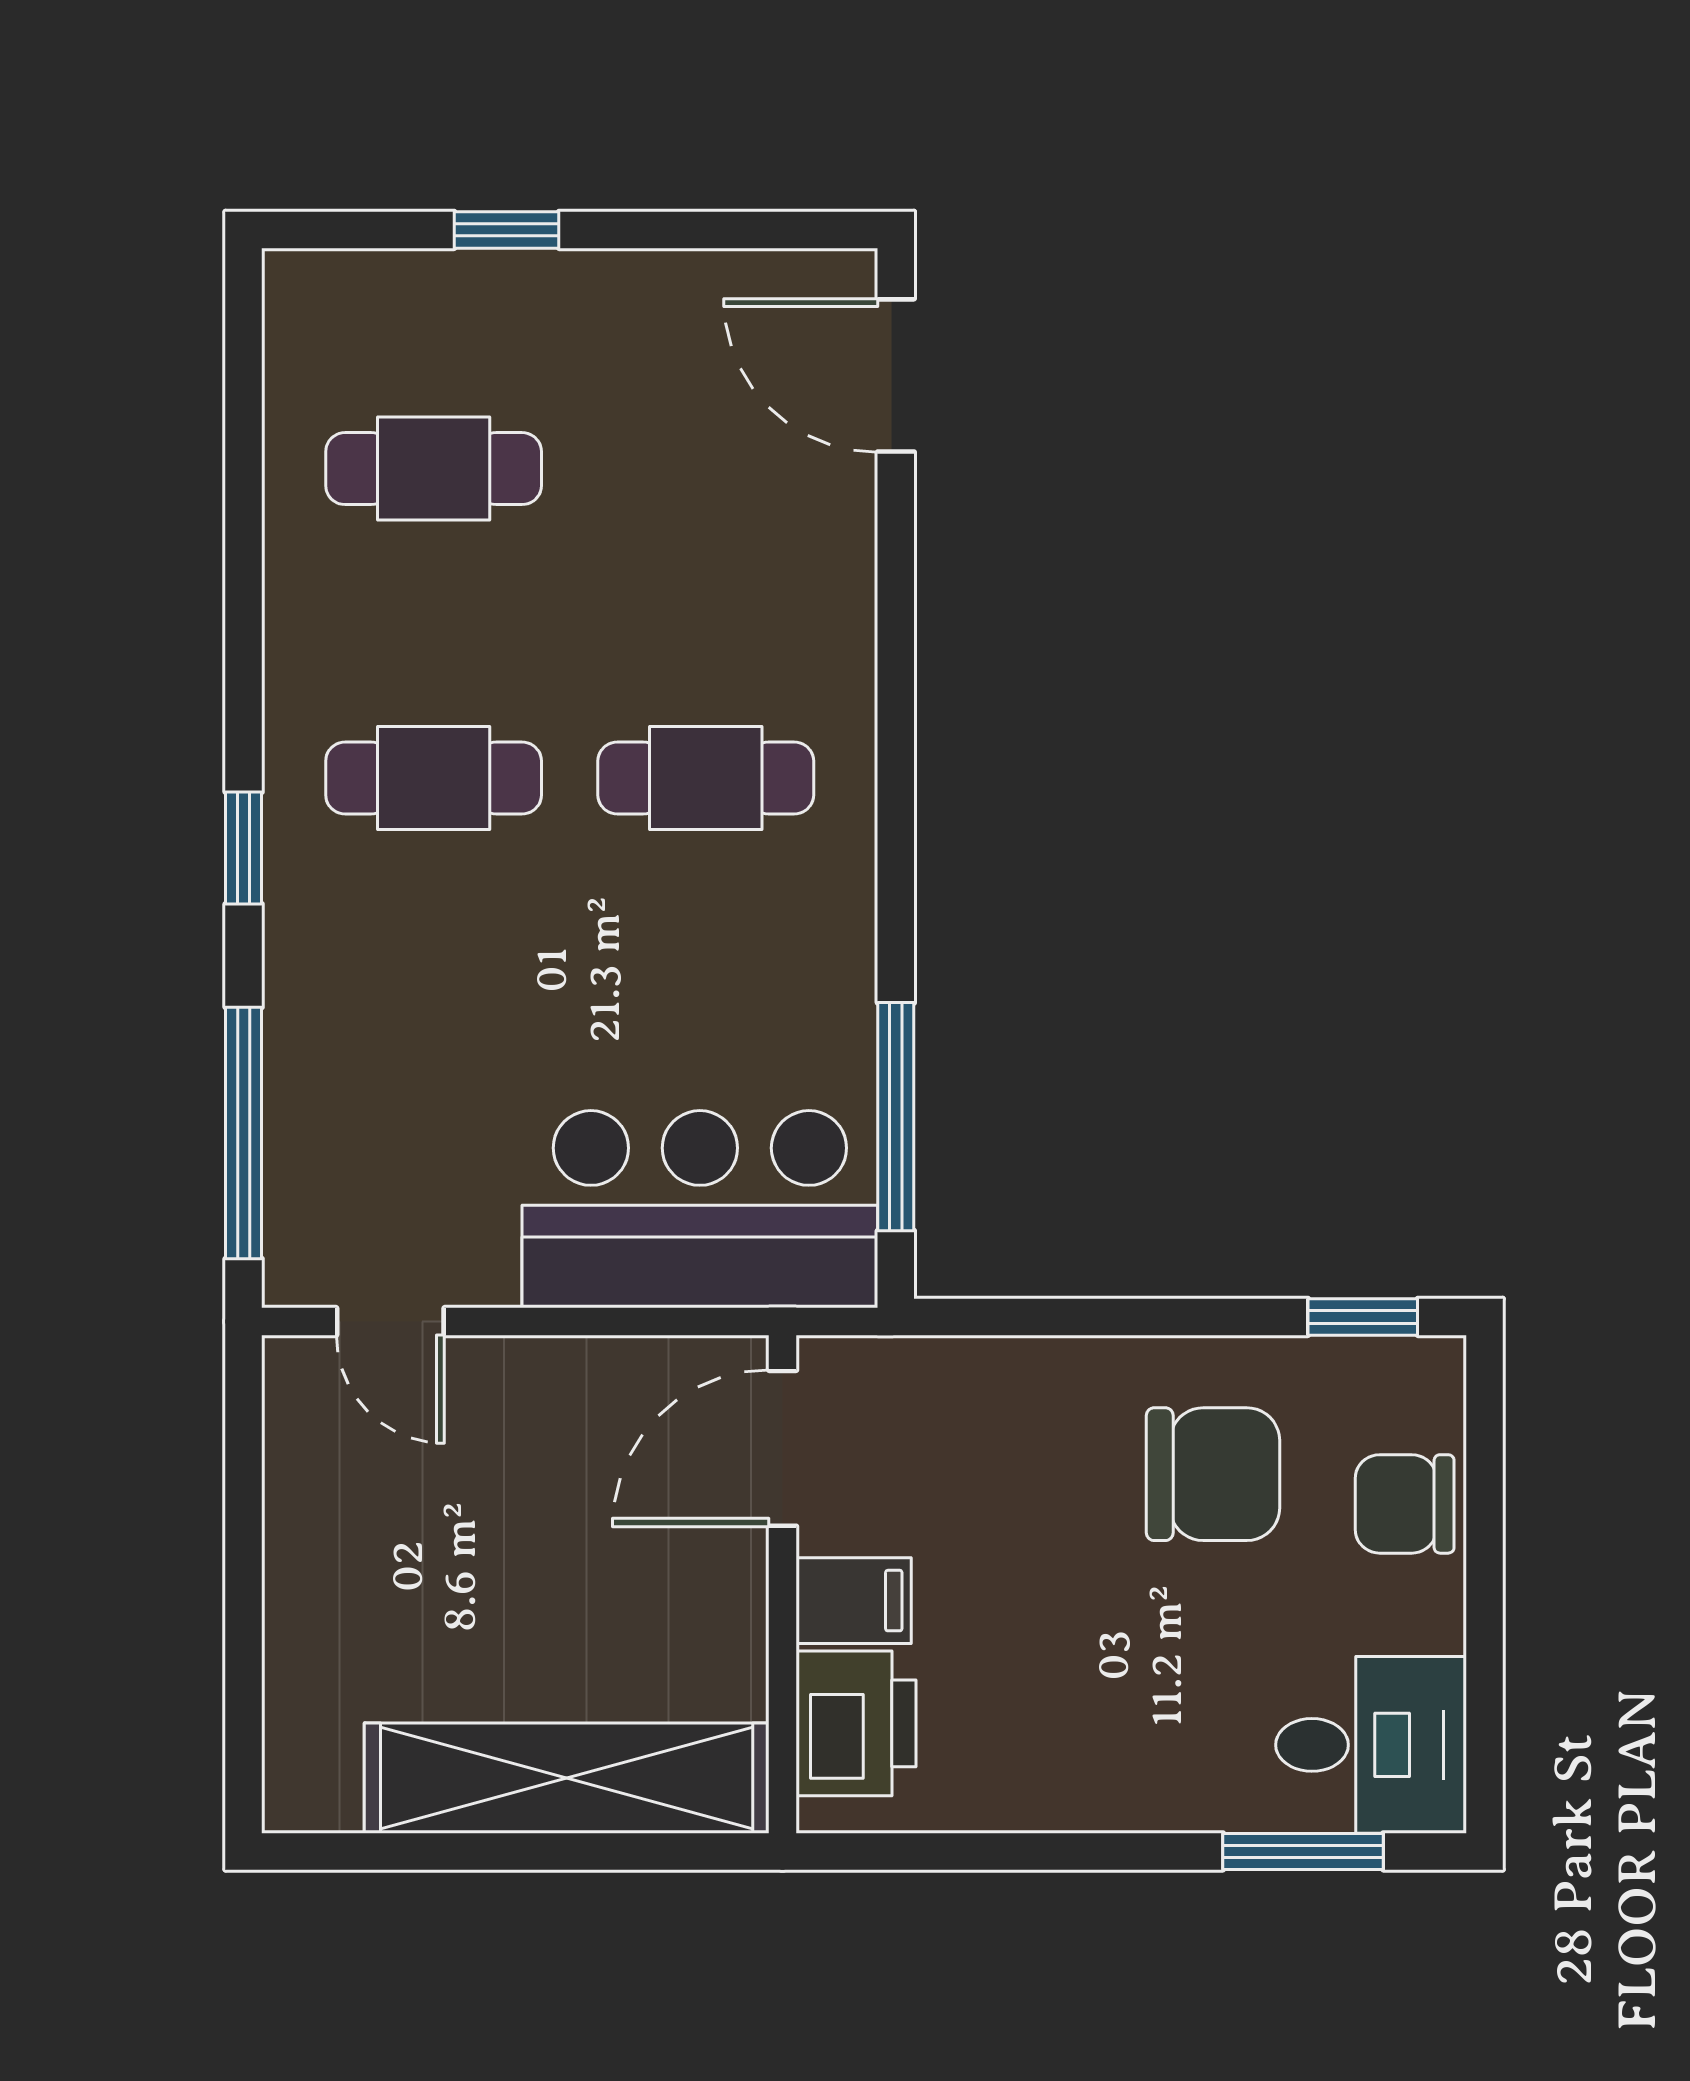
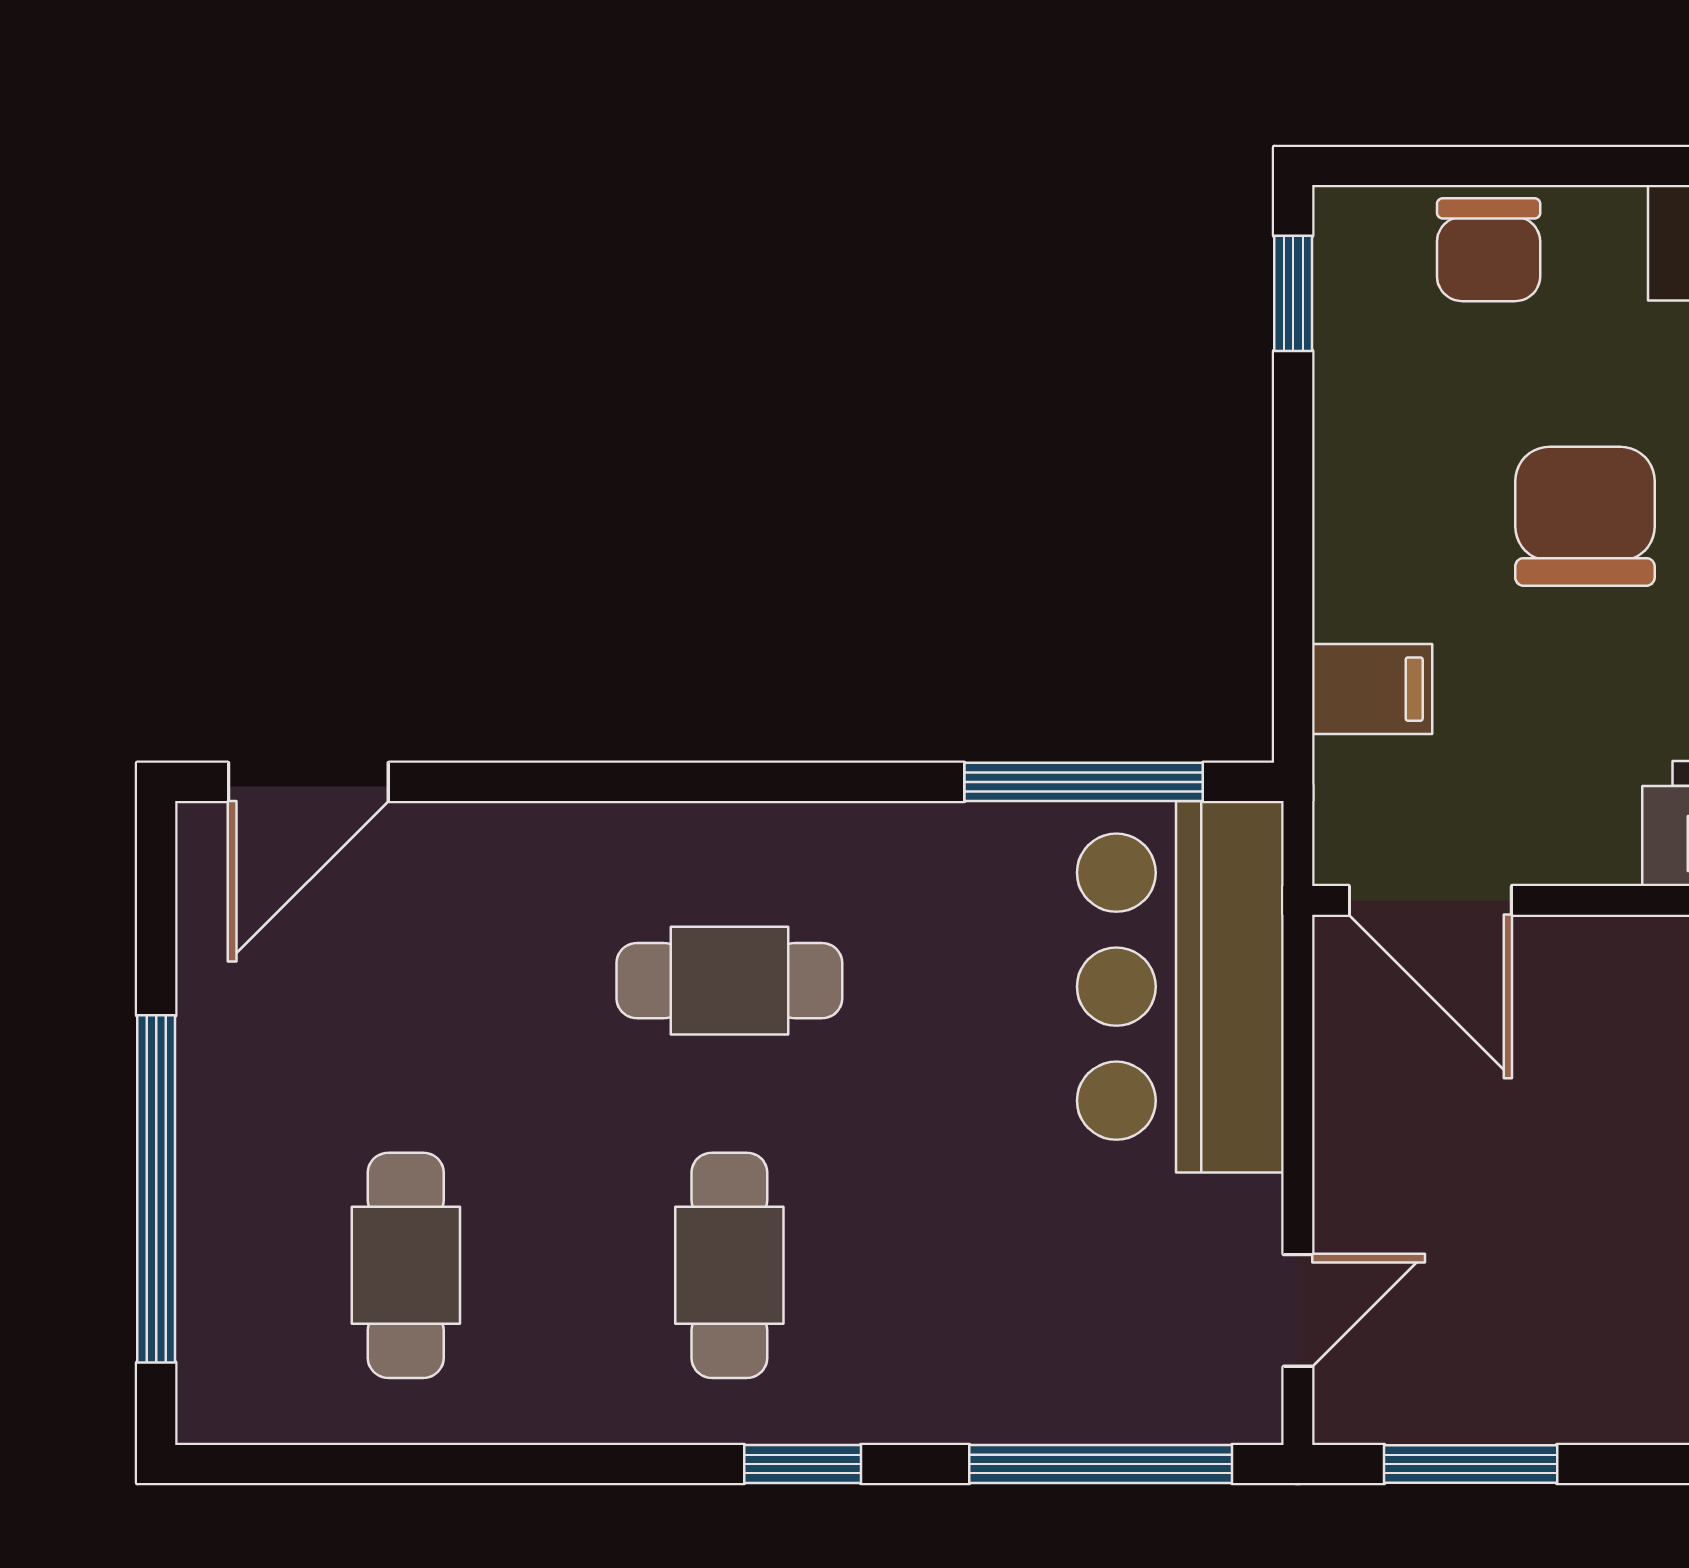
window: (507, 230) -> (156, 1189), width x3.17
cafe table: (706, 778) -> (729, 981), turned 90
chair: (1213, 1474) -> (1585, 516), moved
window: (244, 1487) -> (1471, 1464), added
filing cabinet: (854, 1601) -> (1372, 689), moved, turned 90

